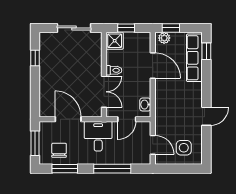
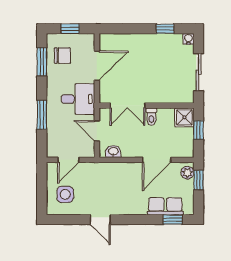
water cooler: (44, 37) -> (188, 39), added
row of seats: (194, 58) -> (165, 206), width x0.68
window: (35, 143) -> (70, 29), width x0.67
window: (112, 169) -> (42, 115), width x0.69

